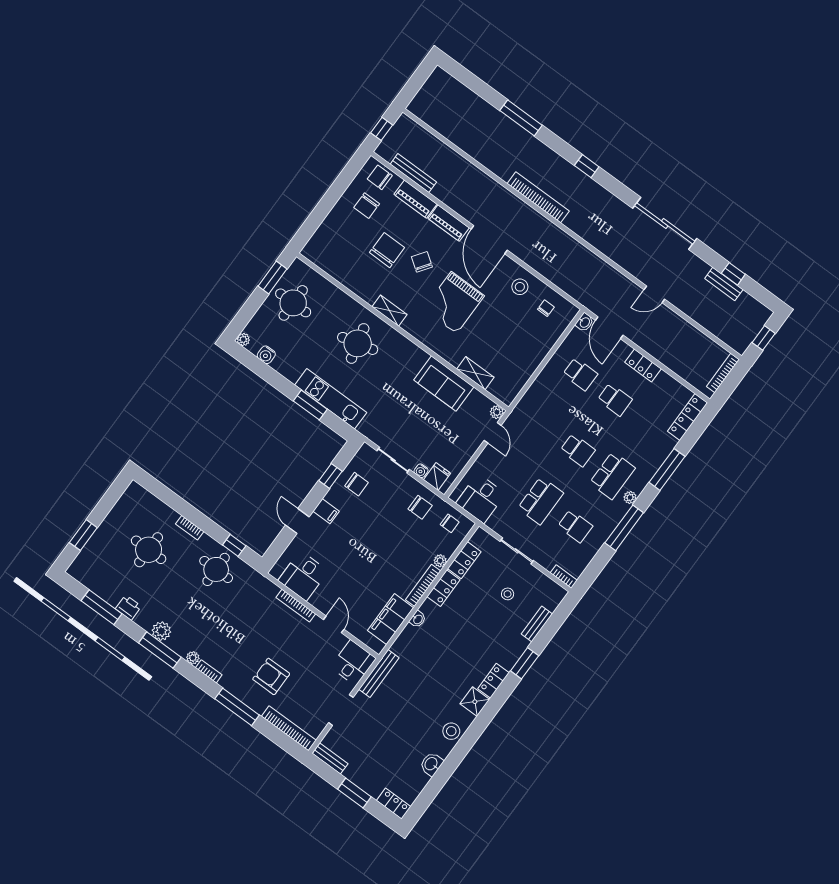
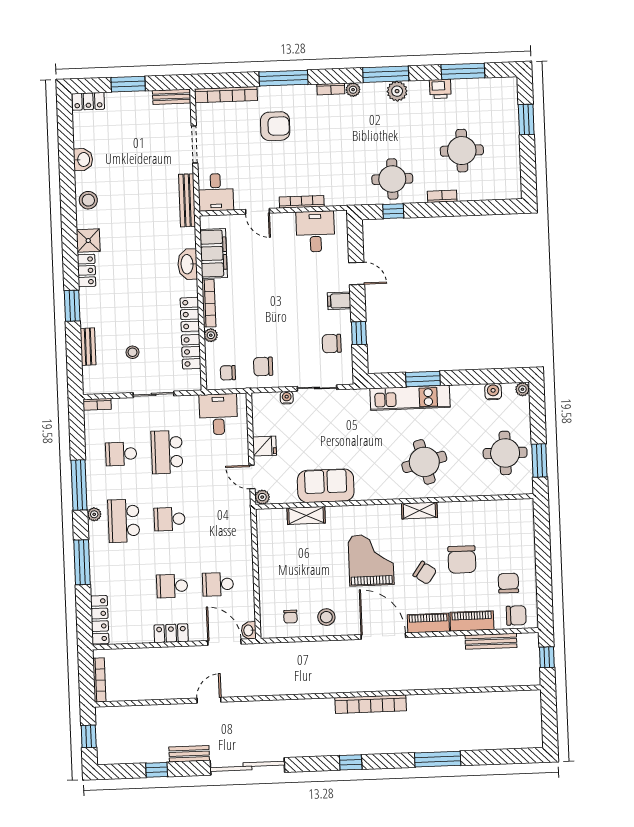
bench: (724, 284) -> (189, 754), moved
fridge: (437, 476) -> (265, 446), moved, turned -90
washbasin: (418, 619) -> (188, 264), width x1.91, depth x1.45

